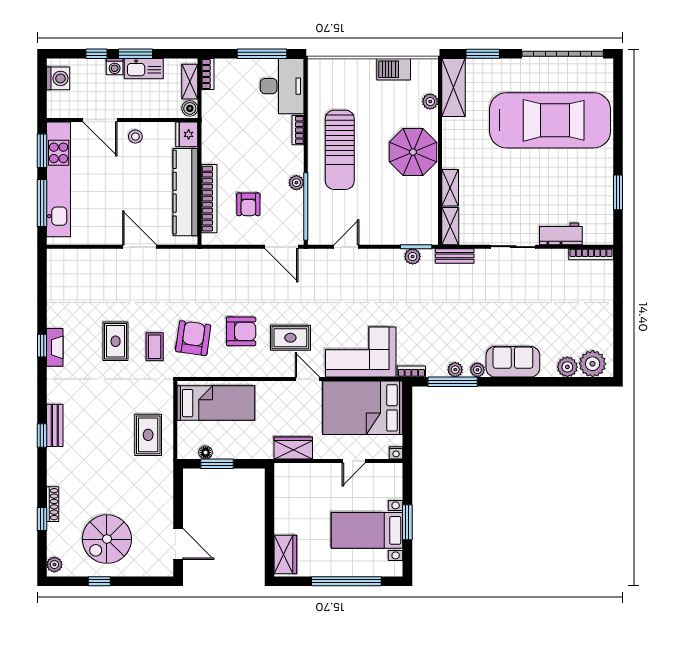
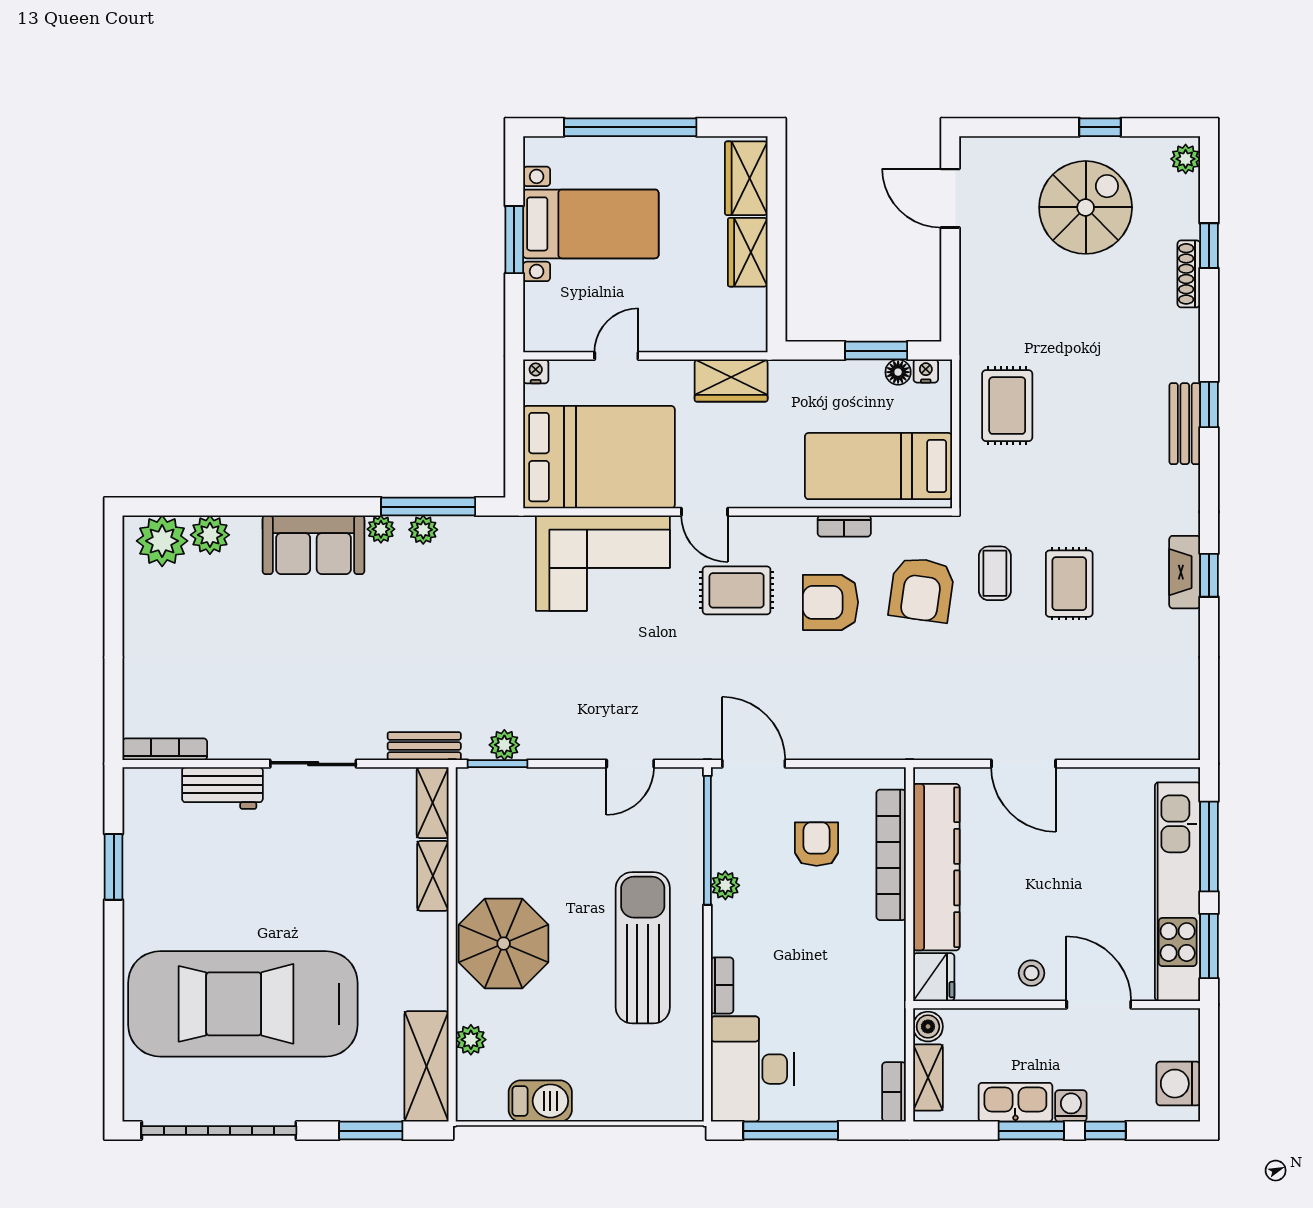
bookcase: (411, 372) -> (844, 526), moved
nightstand: (191, 453) -> (926, 371), added
wardrobe: (285, 516) -> (748, 252), added

